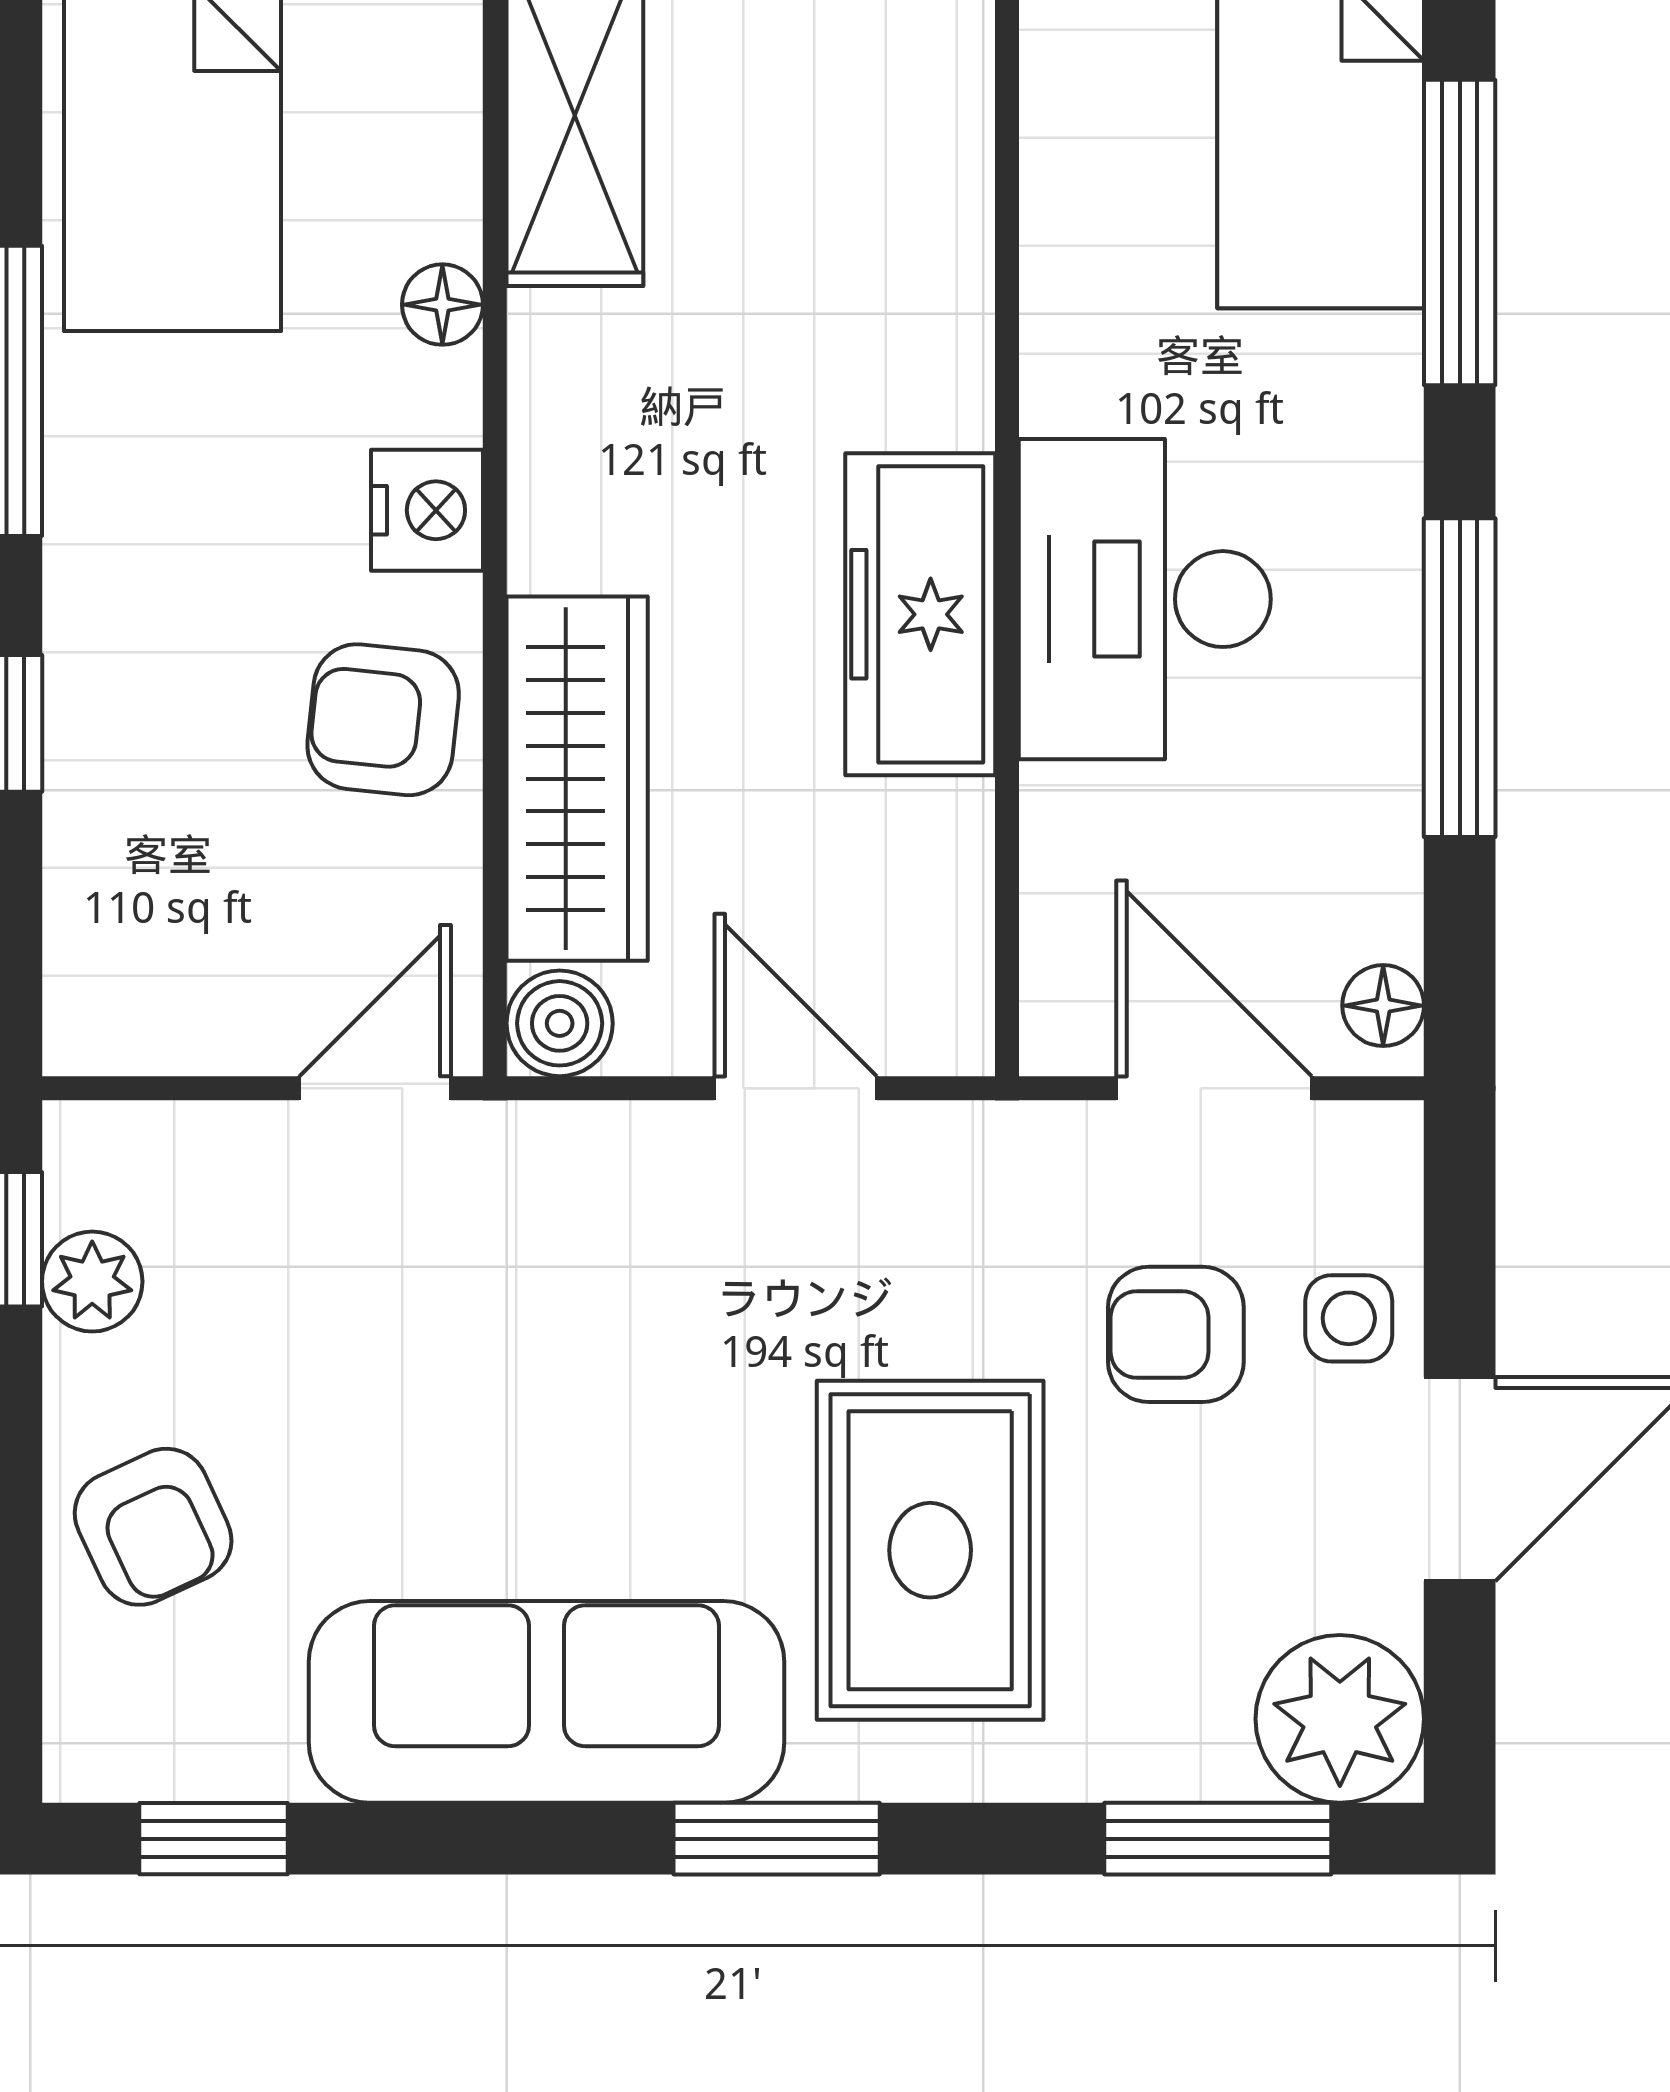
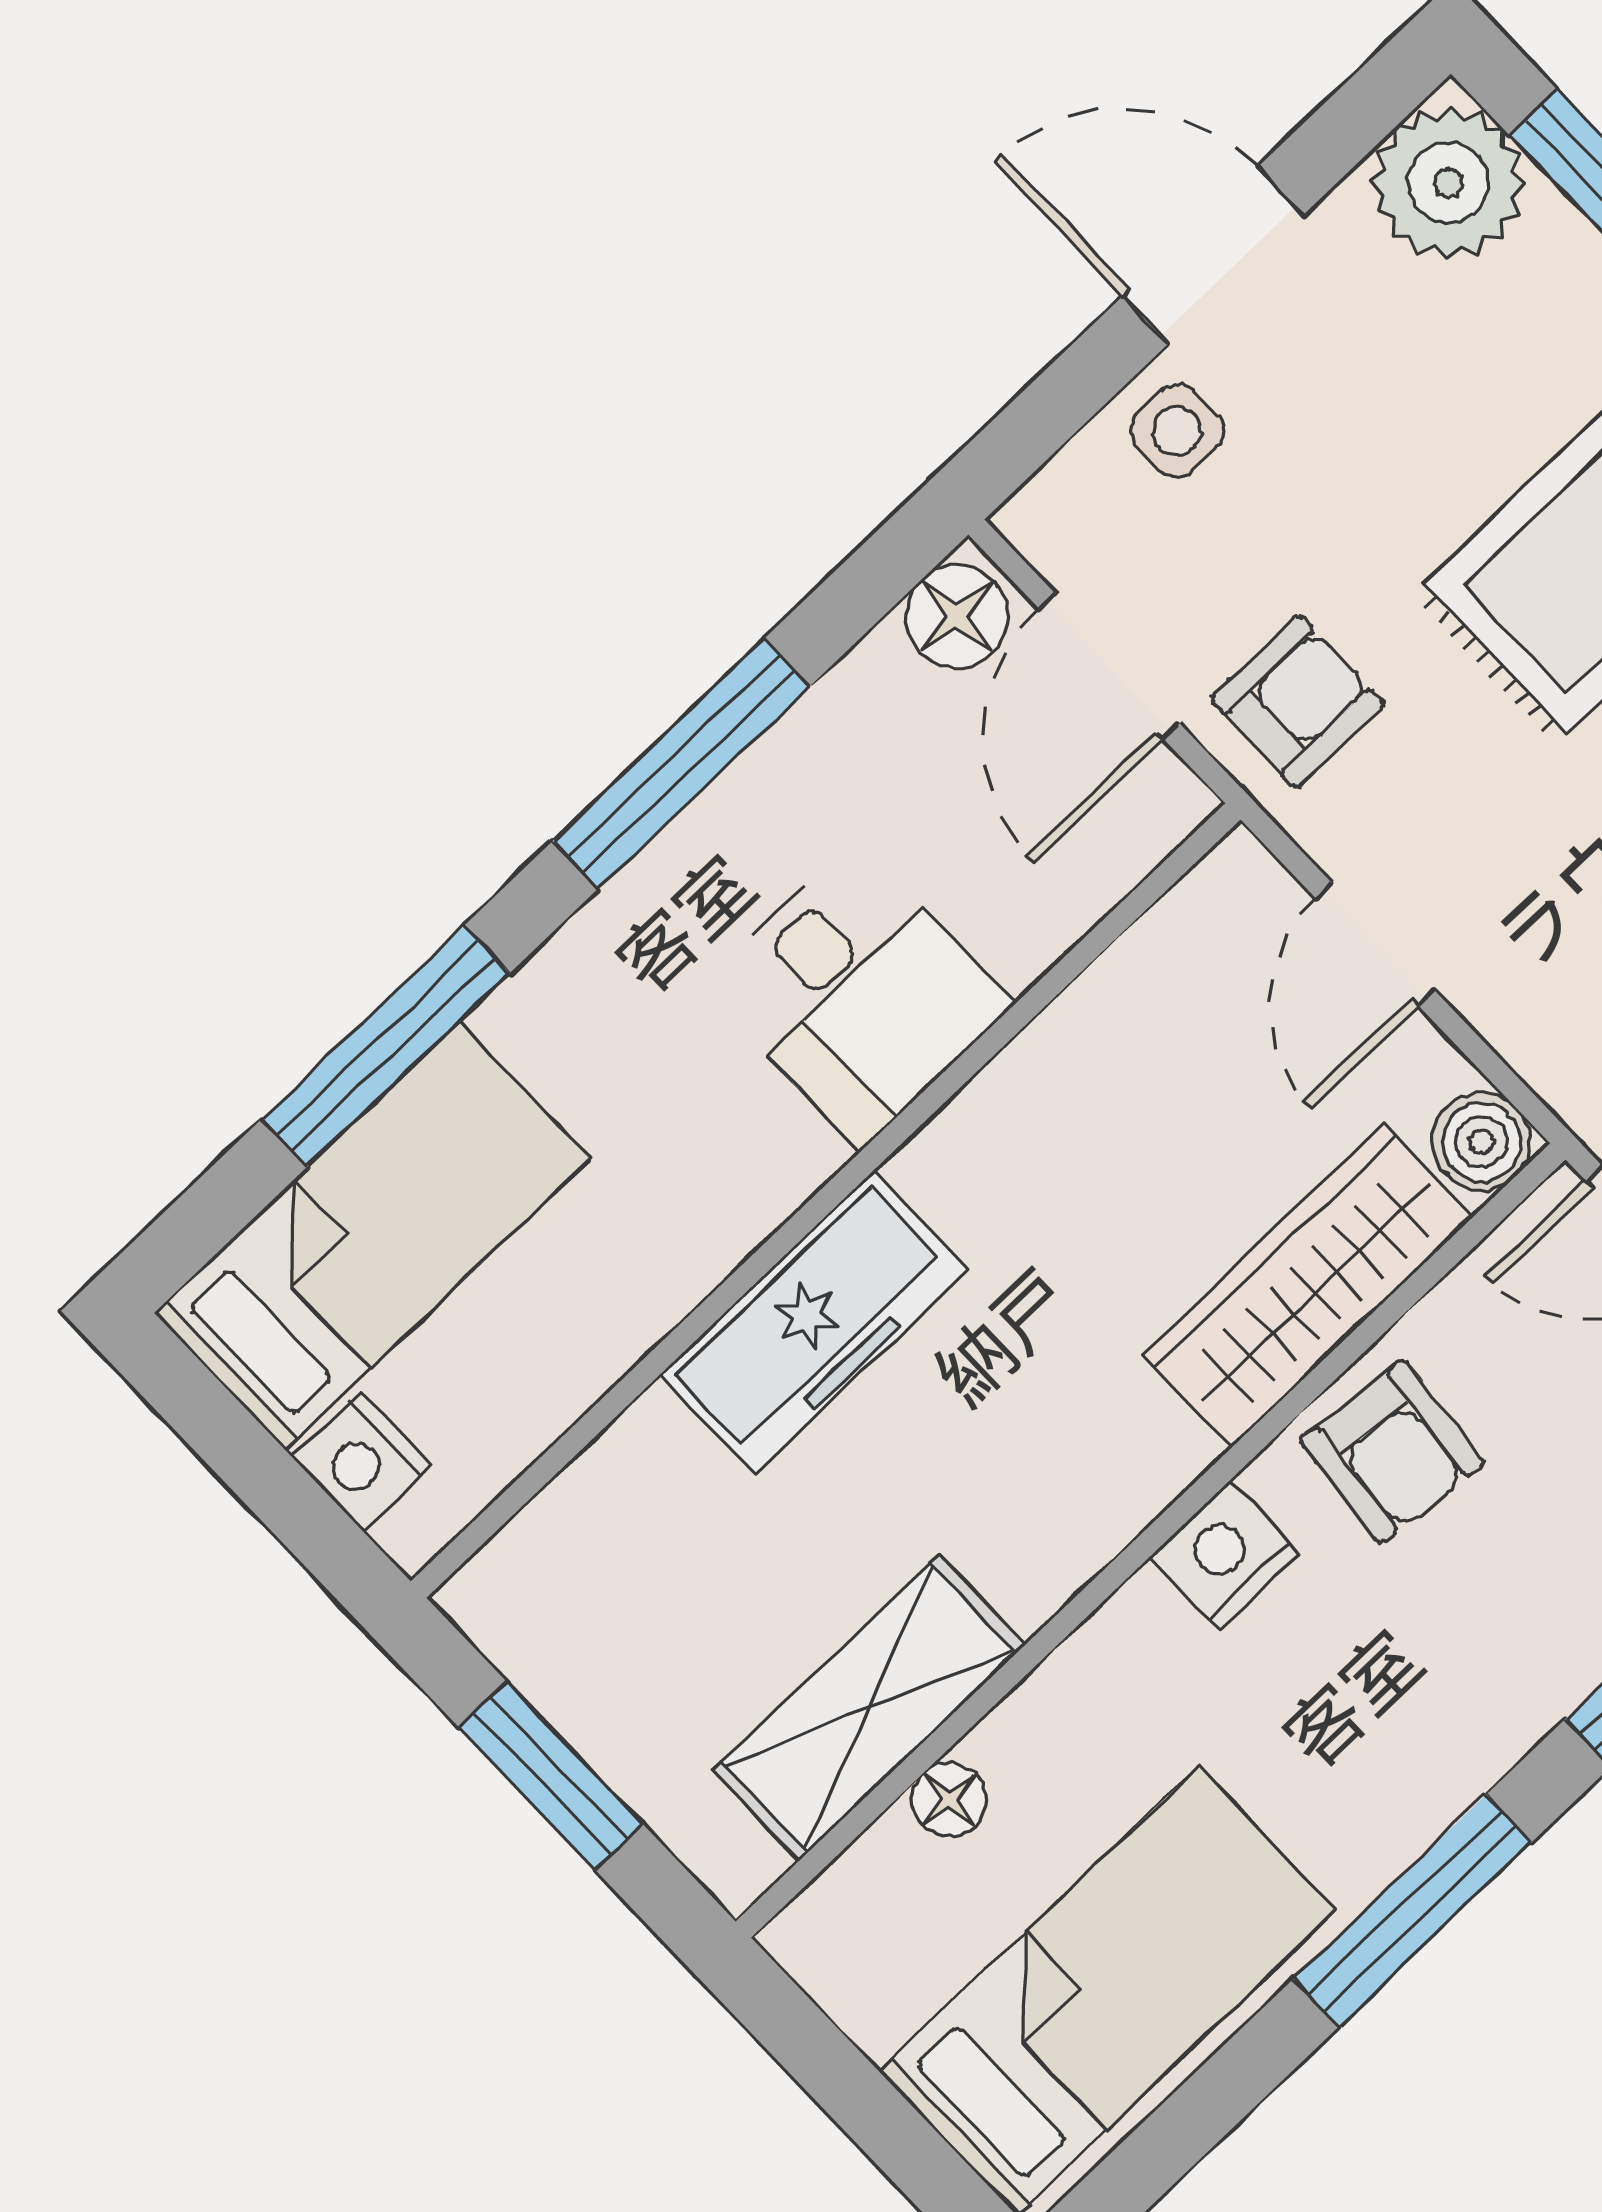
floor lamp: (442, 305) -> (949, 1799), moved
desk: (1145, 599) -> (858, 995), width x0.73
freezer: (920, 614) -> (814, 1322), moved
floor lamp: (1383, 1006) -> (957, 617), width x1.37, depth x1.37
armchair: (1176, 1334) -> (1298, 701), moved, turned -90

